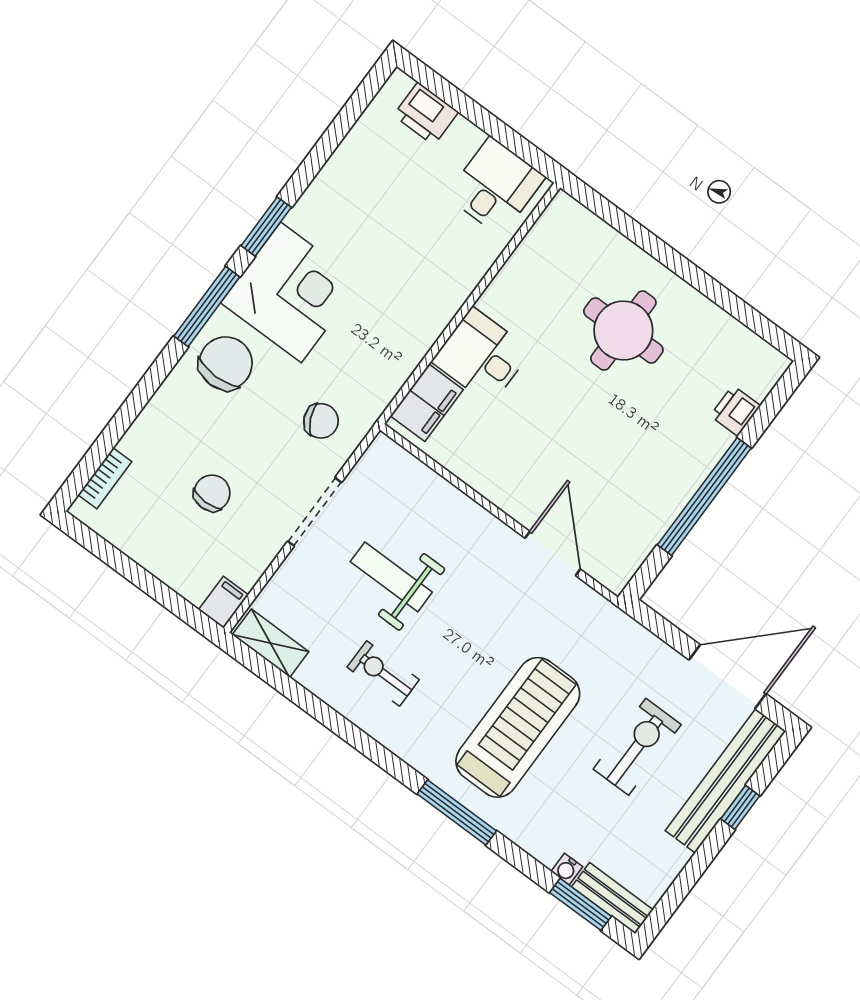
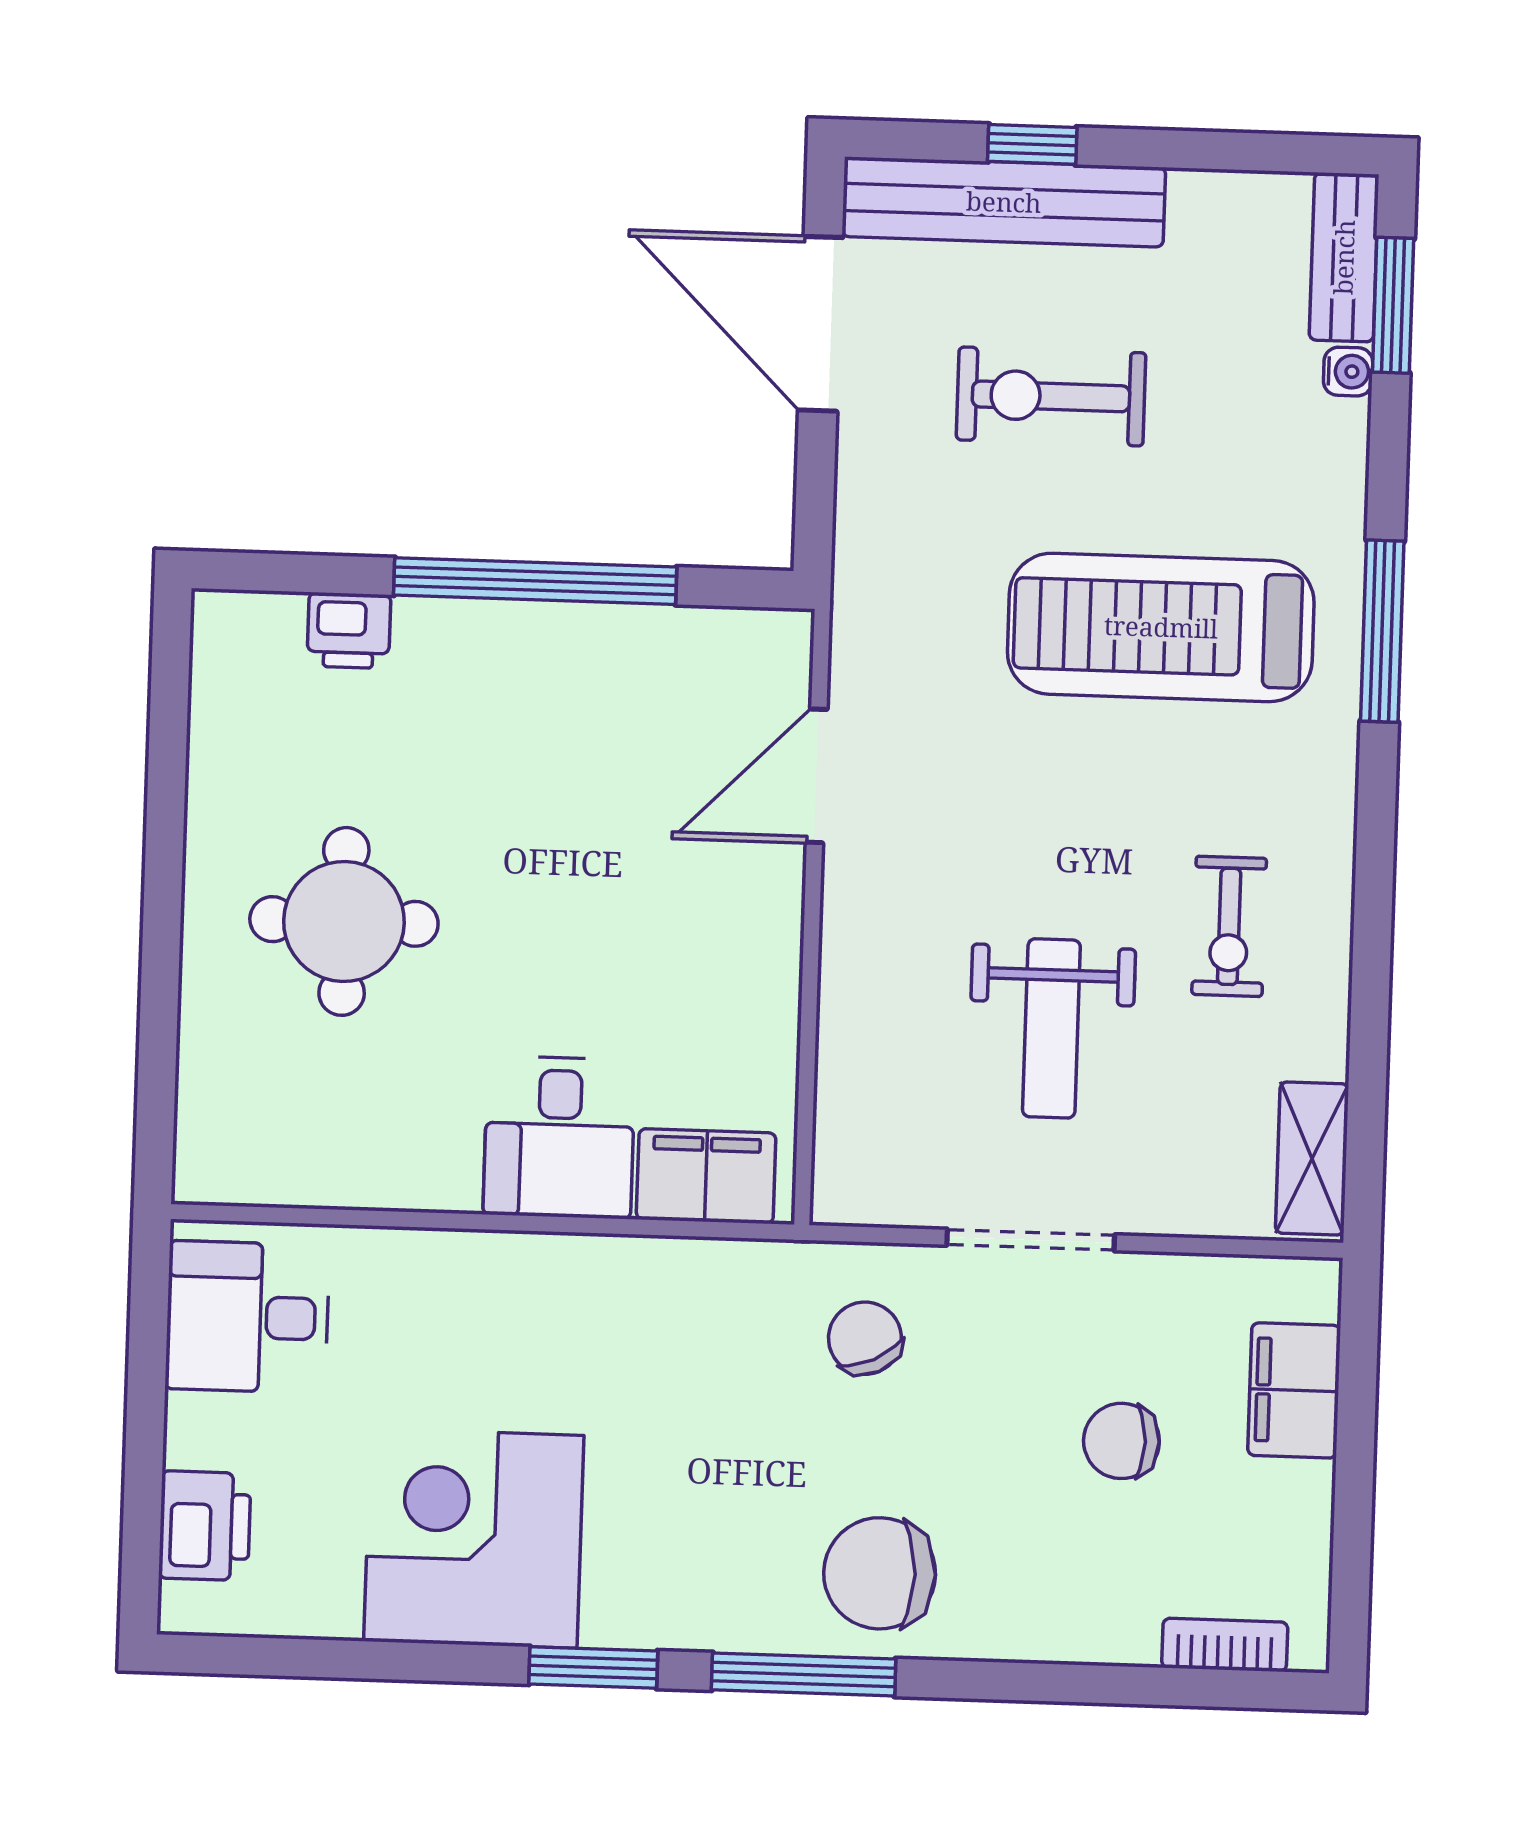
corner desk: (291, 292) -> (474, 1538), moved
filing cabinet: (223, 602) -> (1294, 1390), moved, width x2.00

